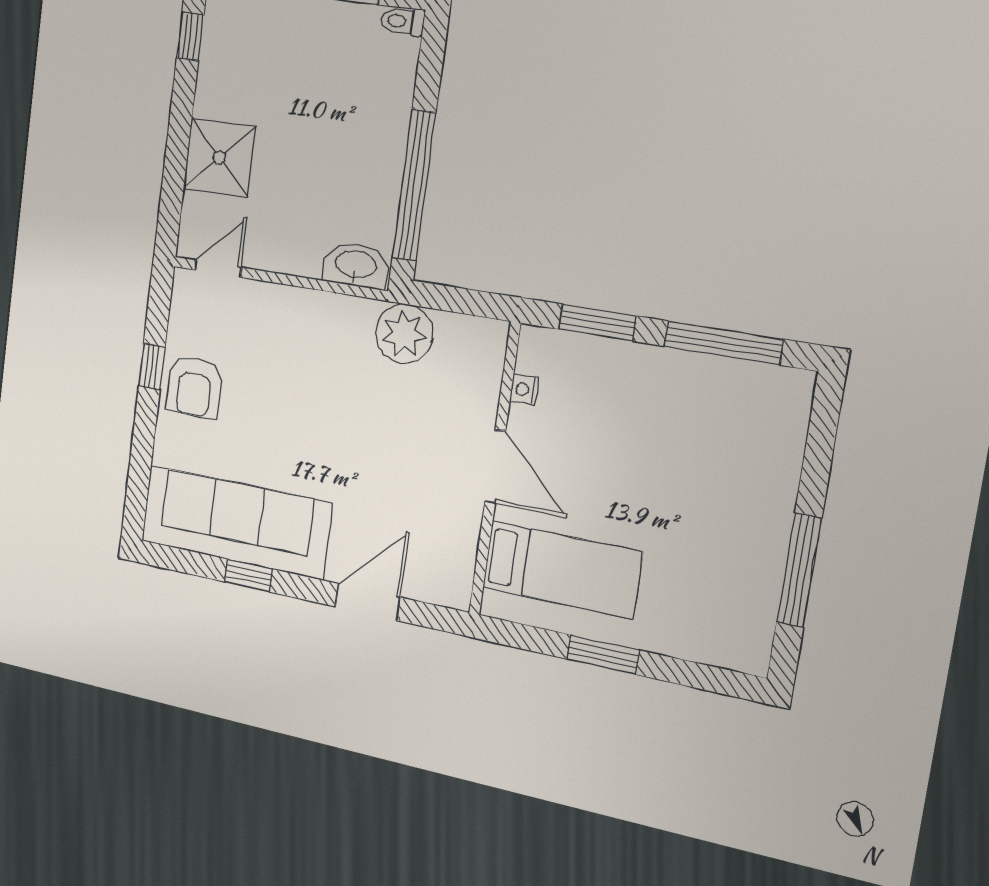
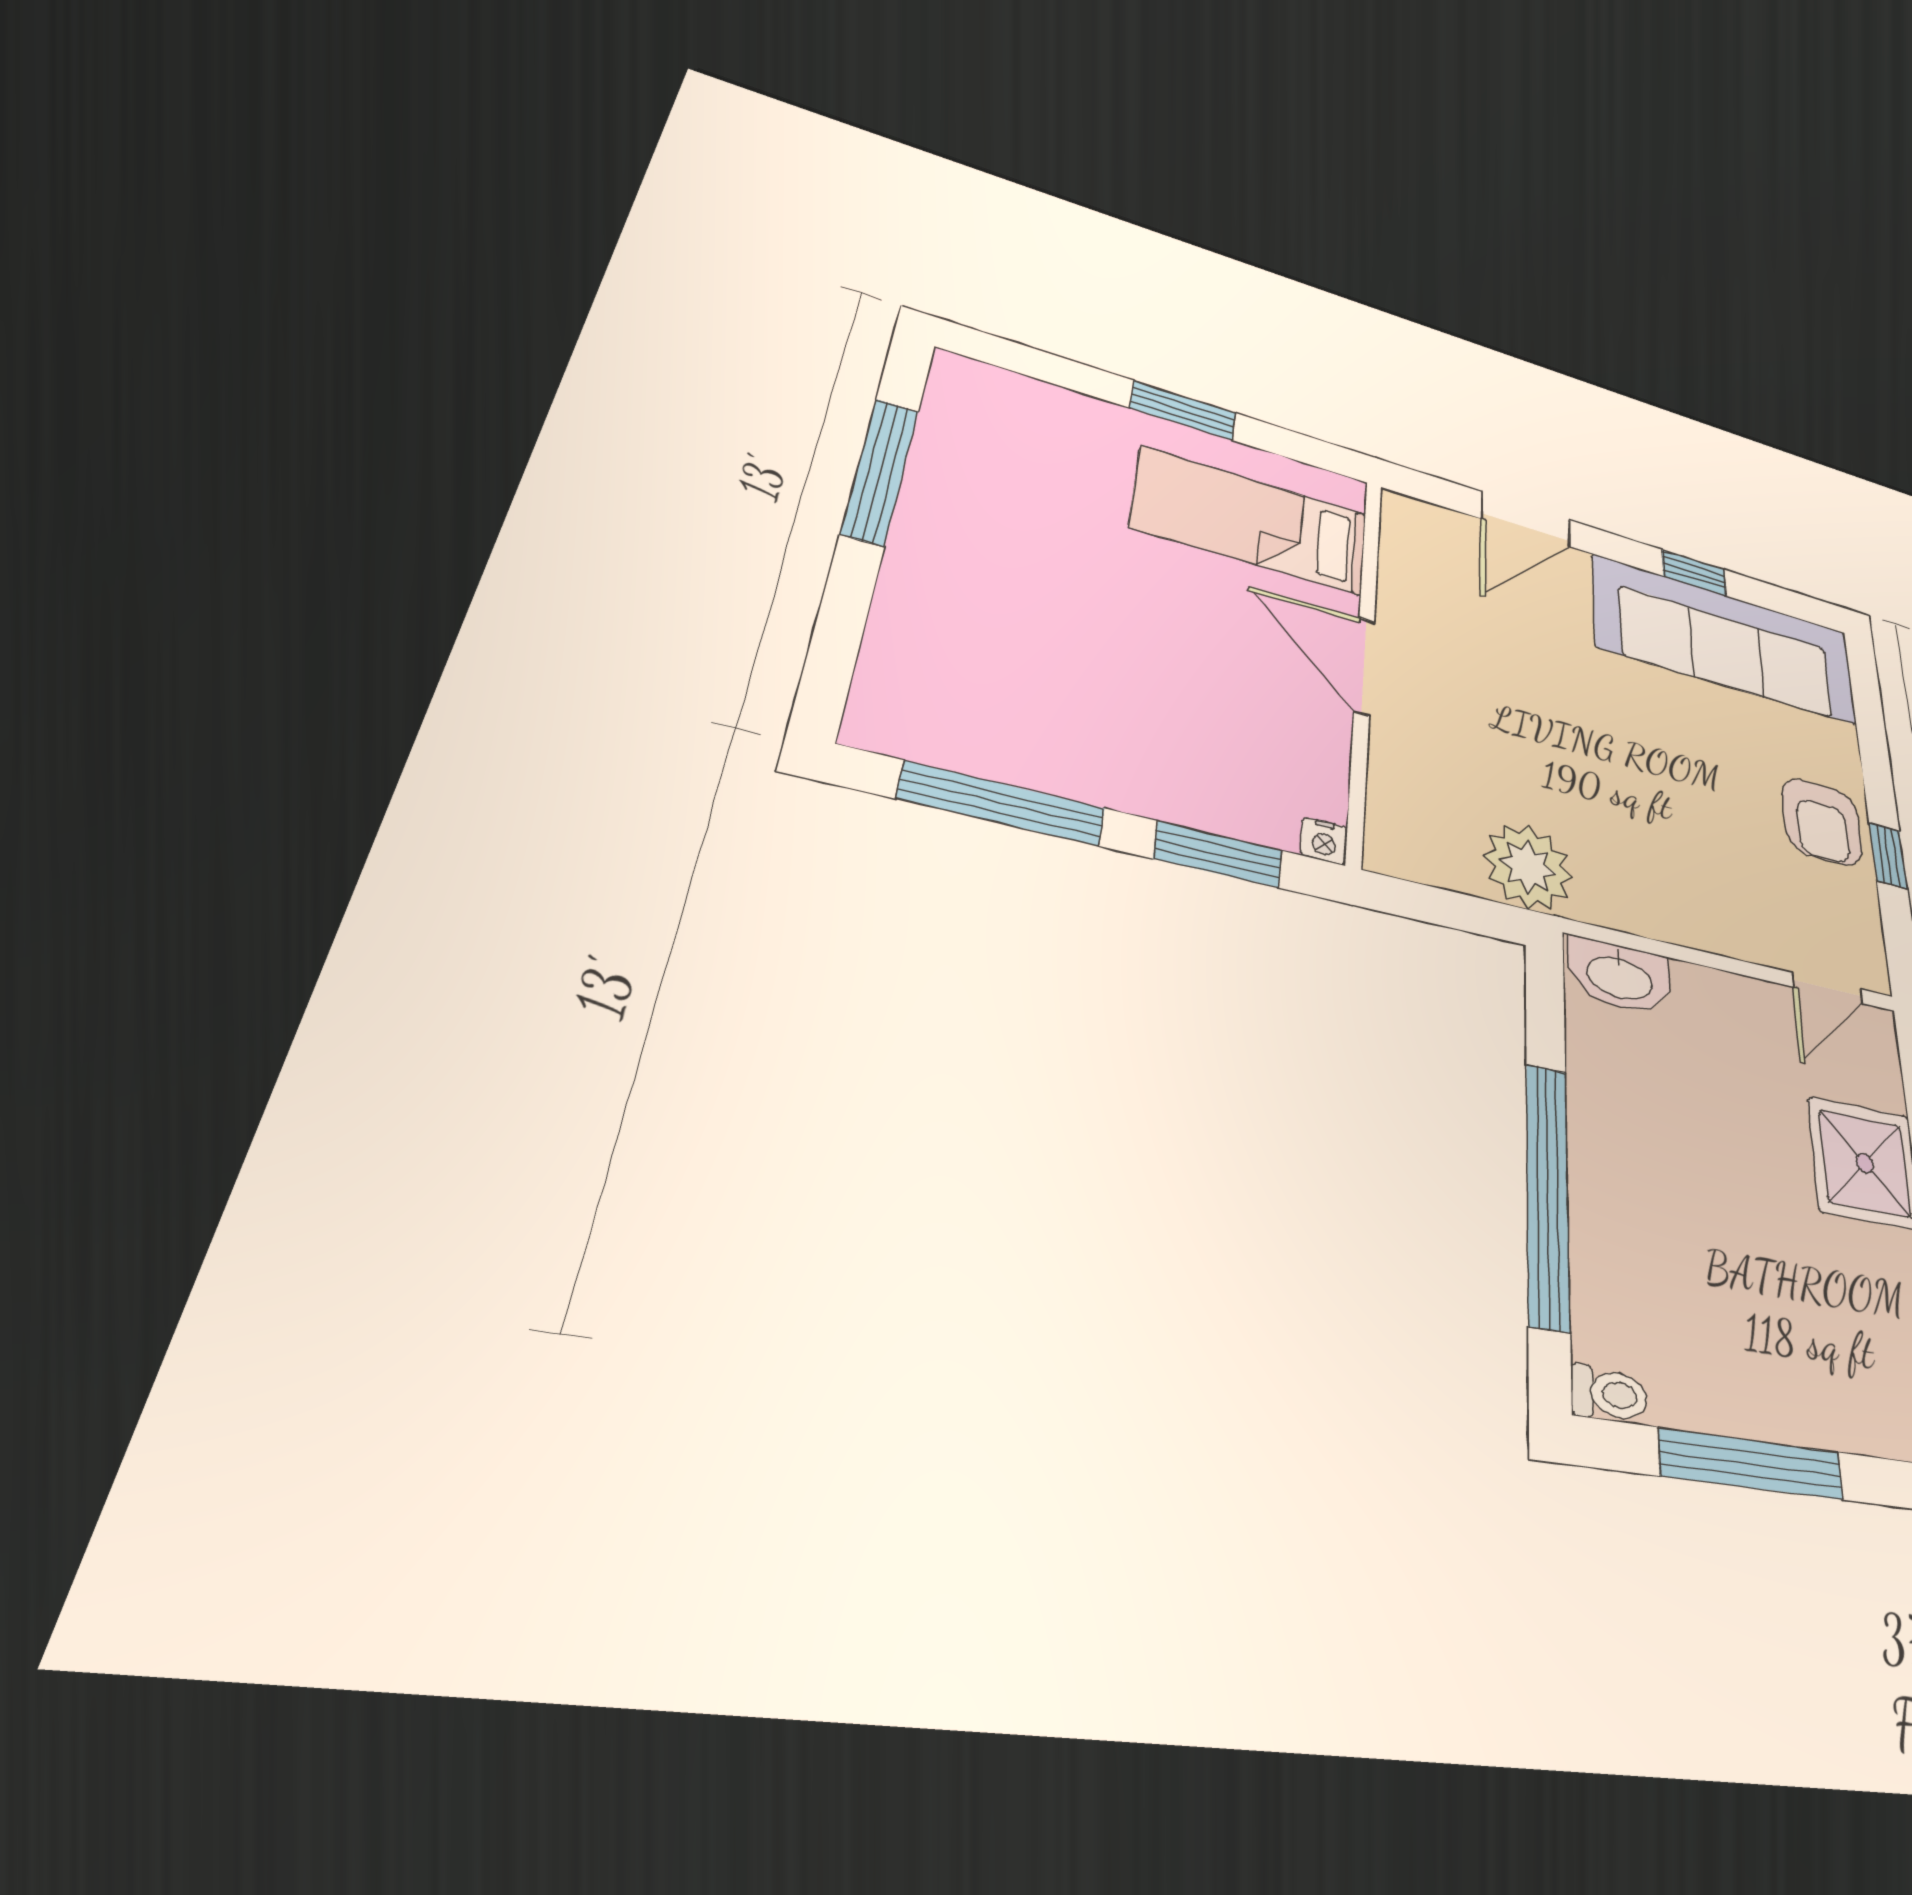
window: (414, 185) -> (1548, 1194), moved
armchair: (194, 387) -> (1822, 822), turned 180
nightstand: (524, 389) -> (1324, 841), moved, turned 90

